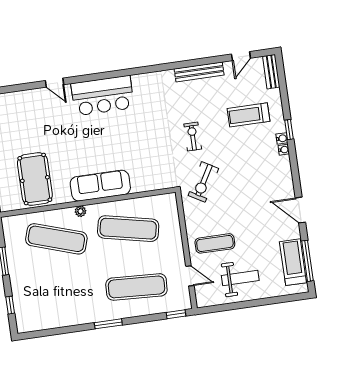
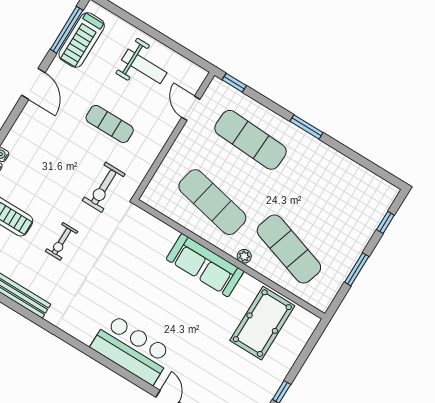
exercise bike: (193, 136) -> (62, 241), moved
exercise bike: (203, 182) -> (104, 187), turned 150
exercise mat: (215, 243) -> (110, 124), moved
weight bench: (240, 278) -> (144, 66), turned 180

